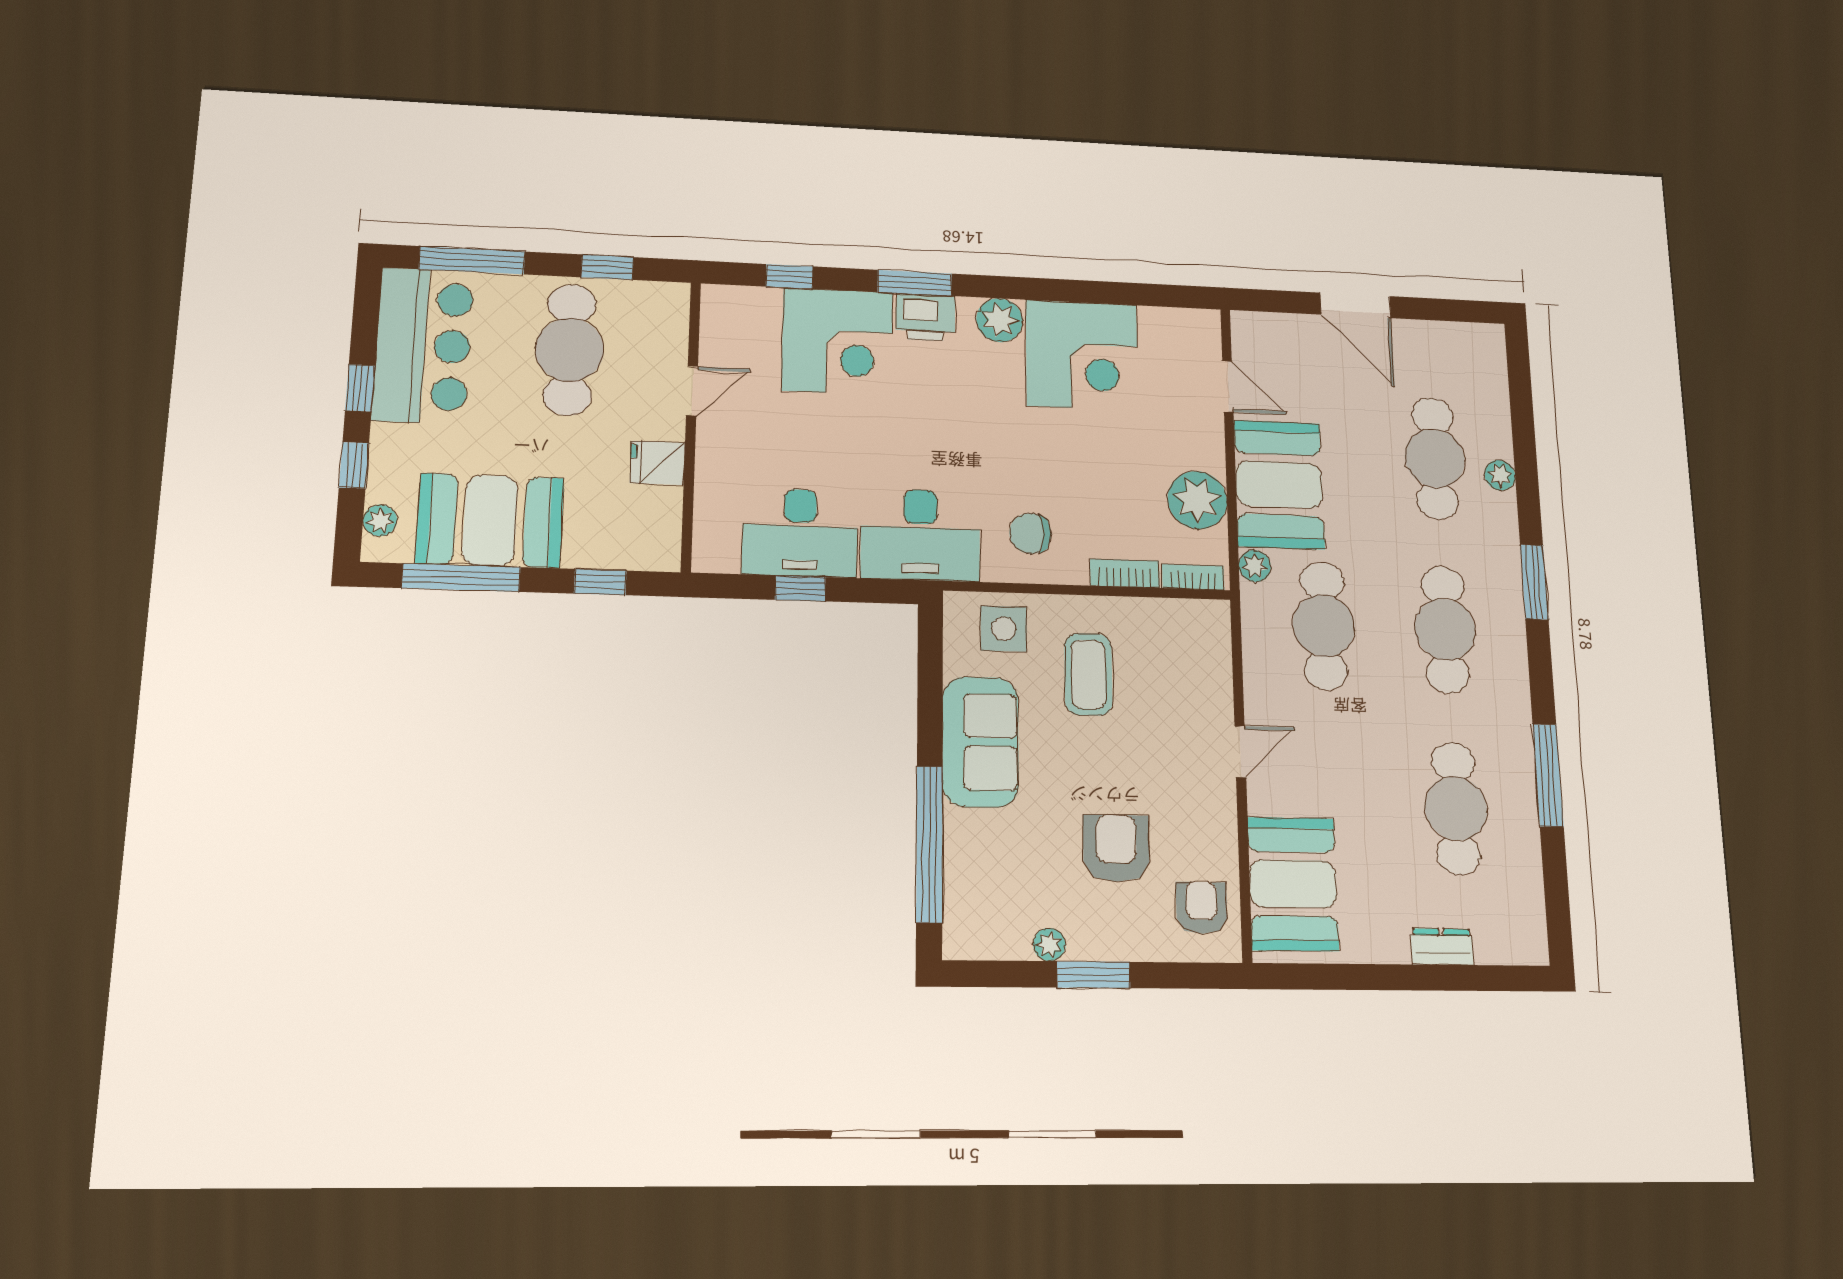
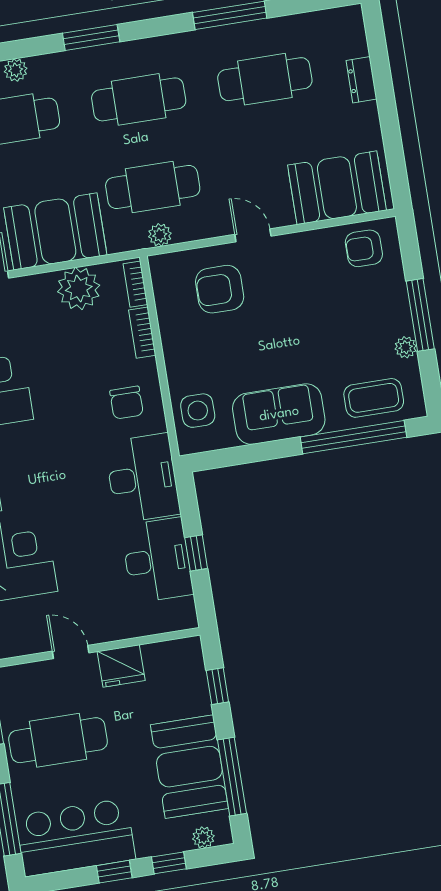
fridge: (658, 463) -> (121, 666), width x1.38
plant: (1255, 566) -> (160, 235), moved
coffee table: (1088, 674) -> (374, 398), moved
armchair: (1116, 848) -> (220, 289), moved
window: (1094, 975) -> (420, 315), width x1.44

